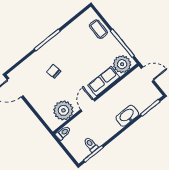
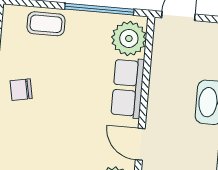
chair: (54, 71) -> (21, 90), moved

